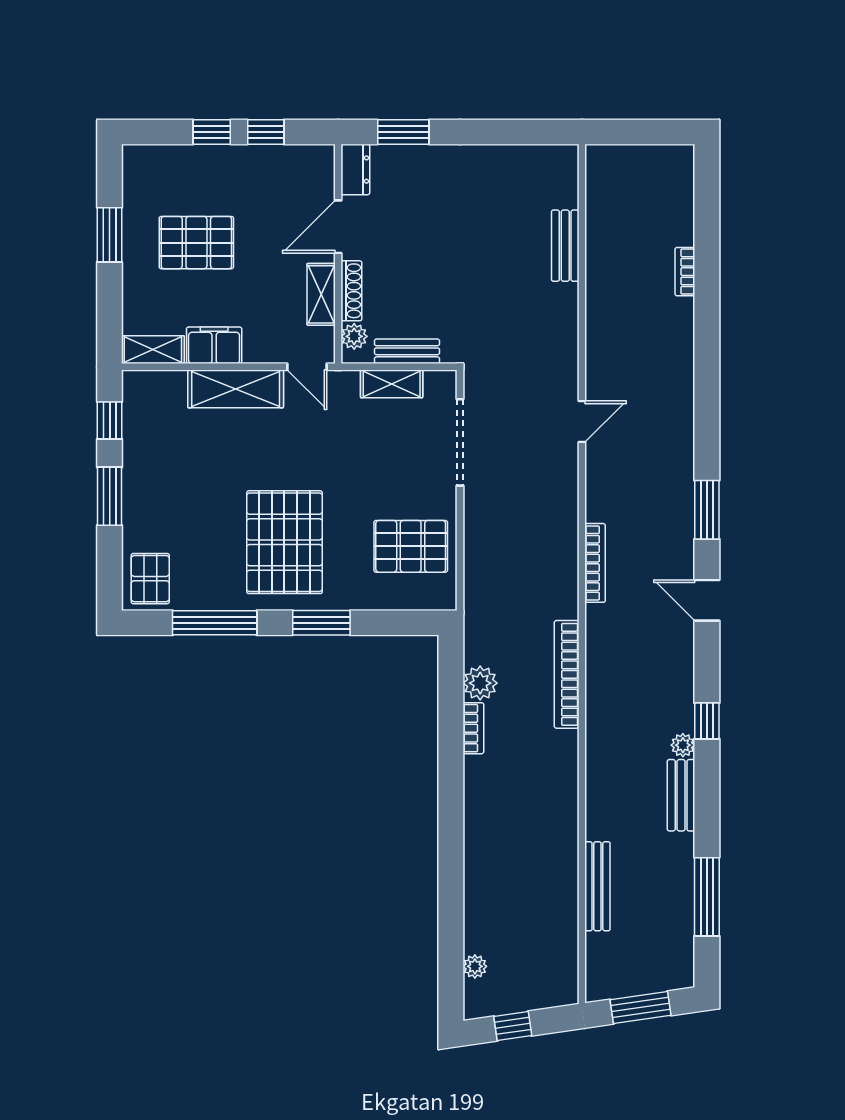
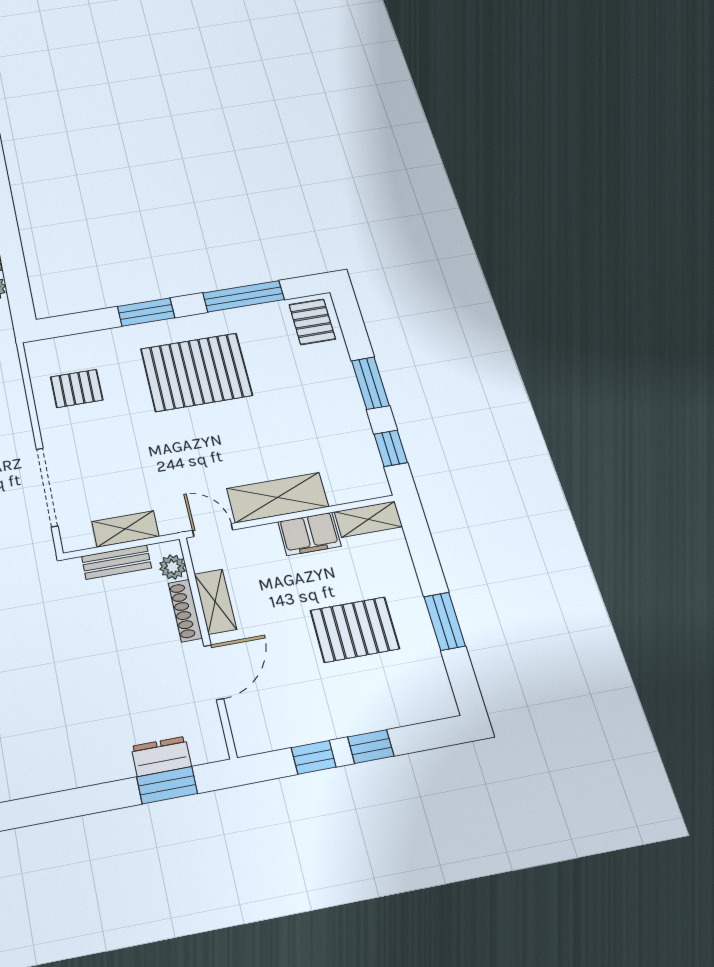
dresser: (355, 170) -> (161, 756), moved, turned 90
pallet: (284, 542) -> (196, 372), turned 90
pallet: (411, 546) -> (77, 388), width x0.67, depth x0.71

